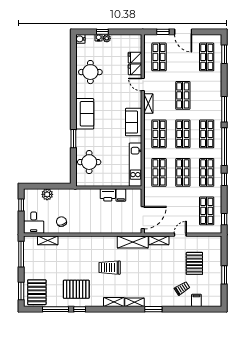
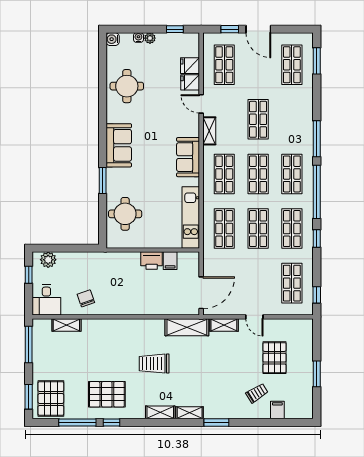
window: (102, 32) -> (175, 29), moved
plant: (47, 194) -> (48, 260), moved
door: (180, 235) -> (254, 317), swing flipped

